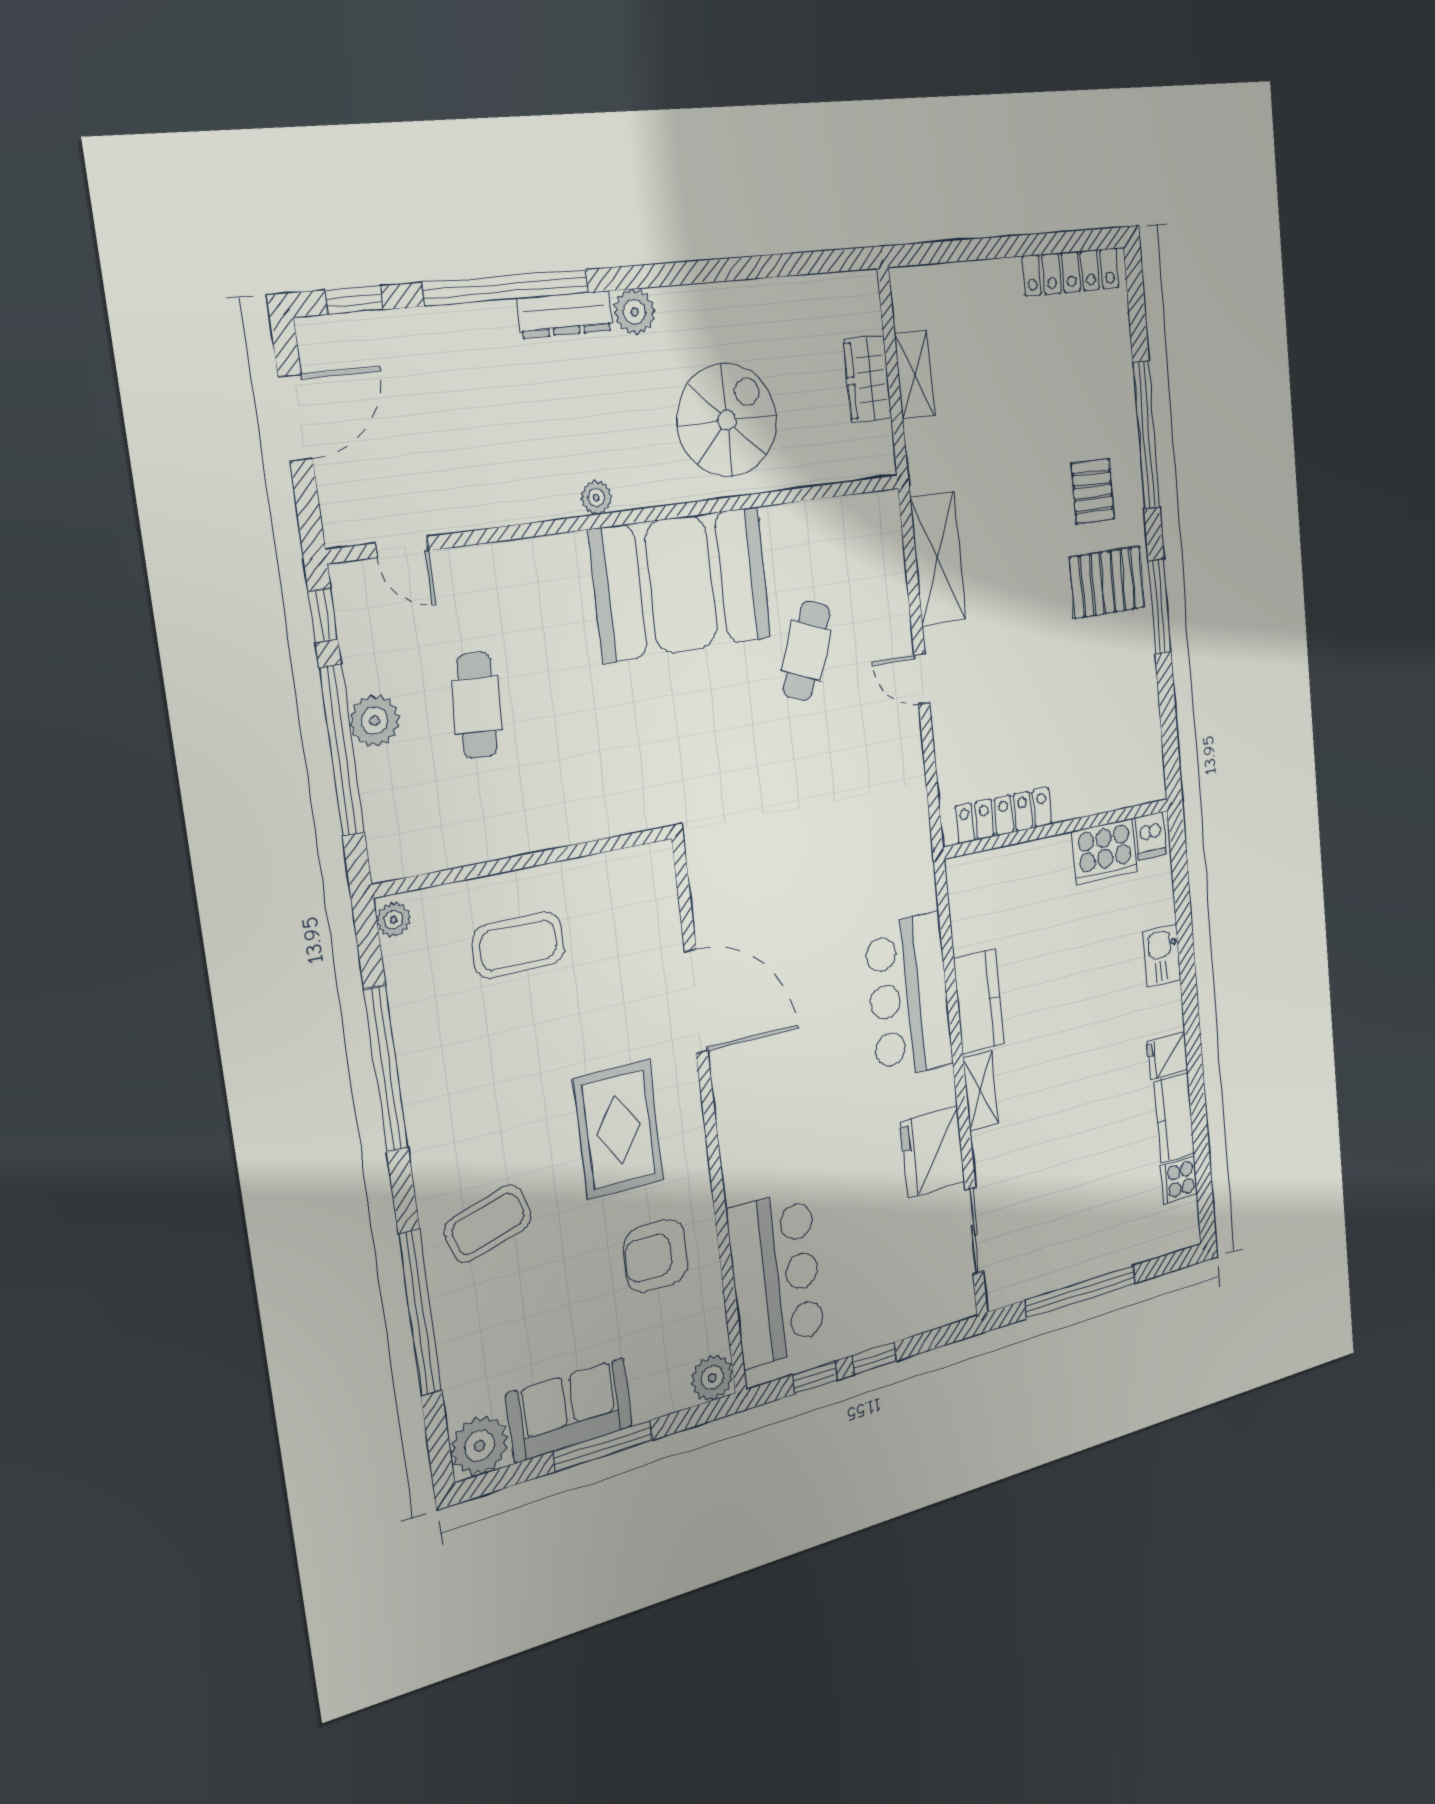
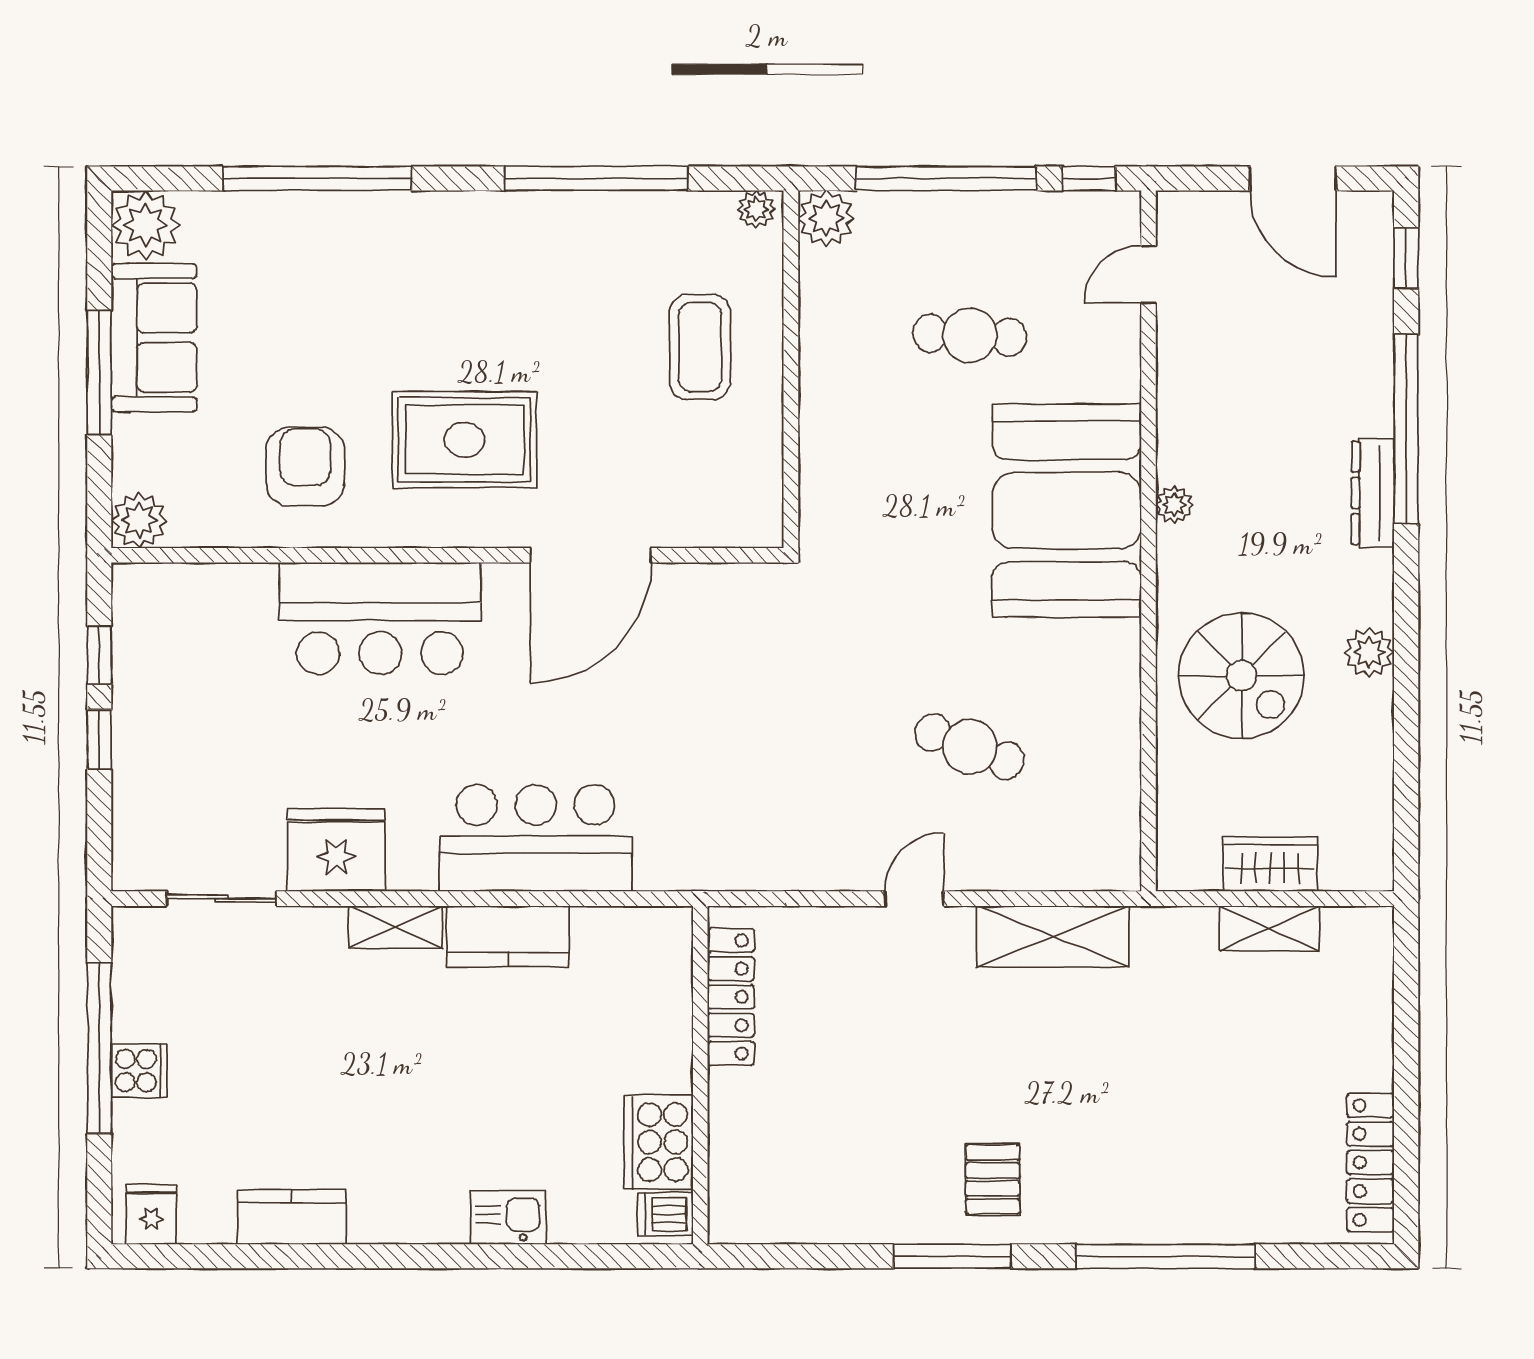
plant: (634, 312) -> (1369, 652), moved
pallet: (1093, 491) -> (1106, 1168), removed
pallet: (1107, 582) -> (993, 1179), width x0.67, depth x0.71
booth: (681, 584) -> (1067, 511), moved
plant: (374, 721) -> (826, 218), moved
fridge: (1168, 1056) -> (151, 1214), moved
cooker: (1179, 1180) -> (139, 1071), moved, turned 90
coffee table: (488, 1224) -> (396, 270), removed
bar counter: (776, 1278) -> (380, 618), moved

